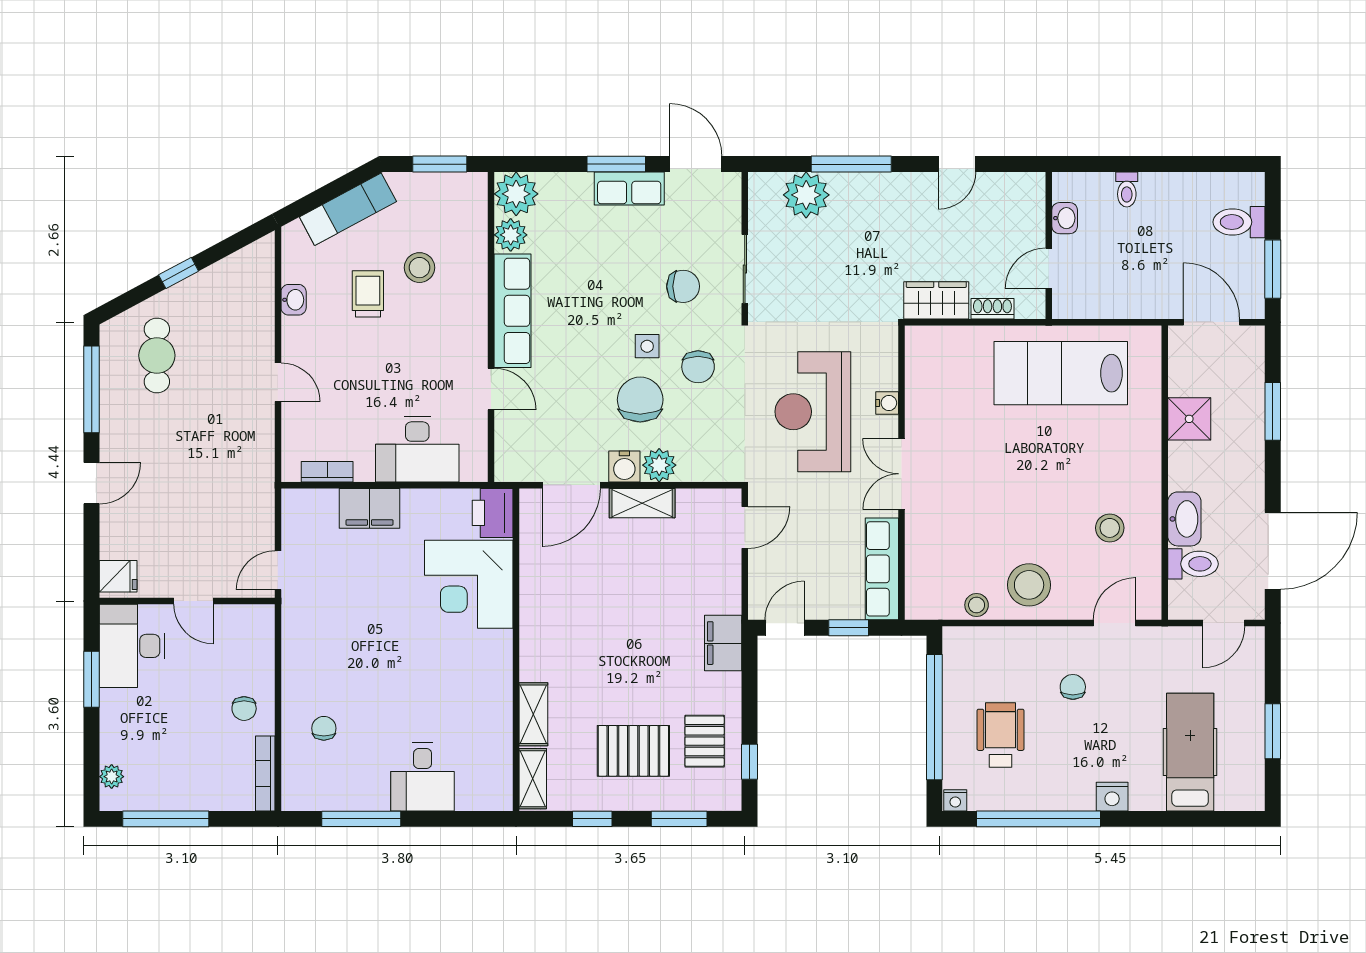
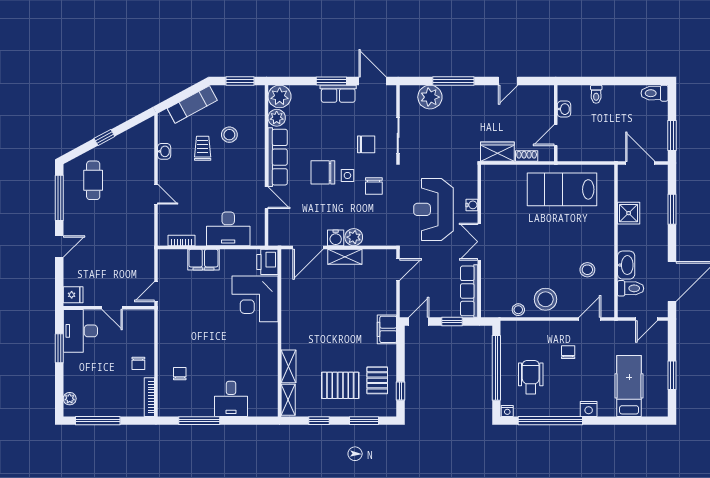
toilet: (1239, 222) -> (654, 93), moved
chair: (640, 400) -> (323, 172), moved, turned -90

